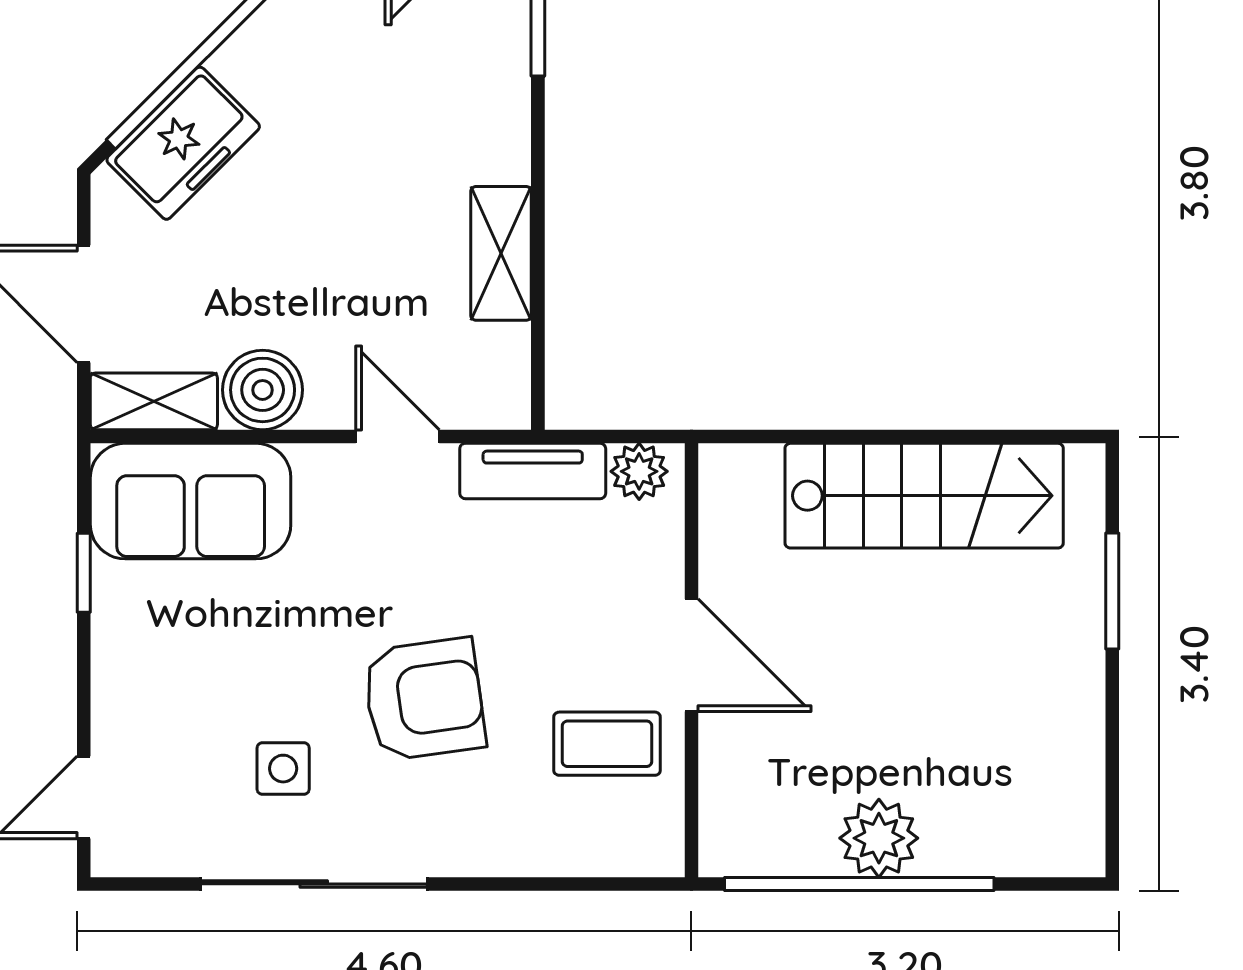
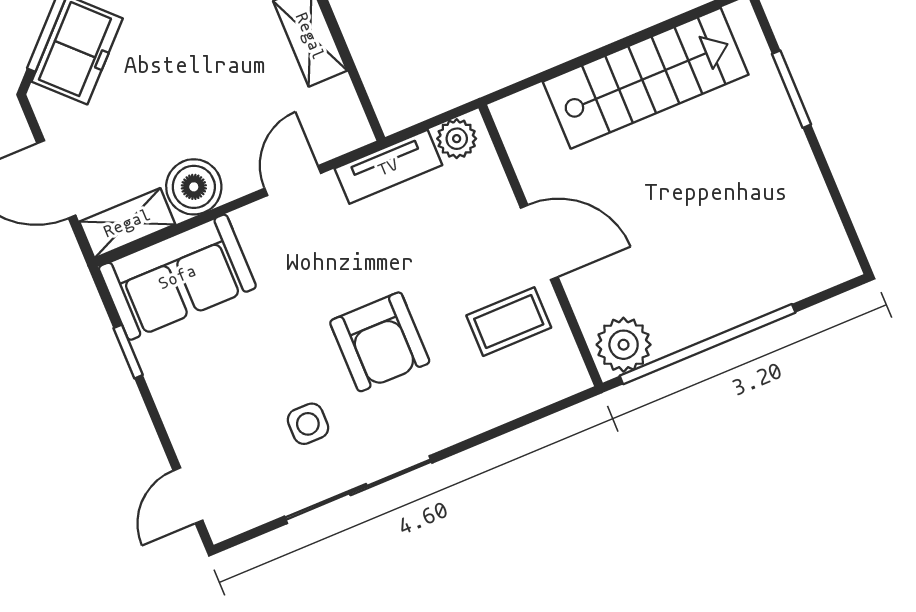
door: (398, 437) -> (293, 181), hinge flipped
armchair: (424, 699) -> (380, 342), turned 98
plant: (879, 838) -> (624, 345), moved

